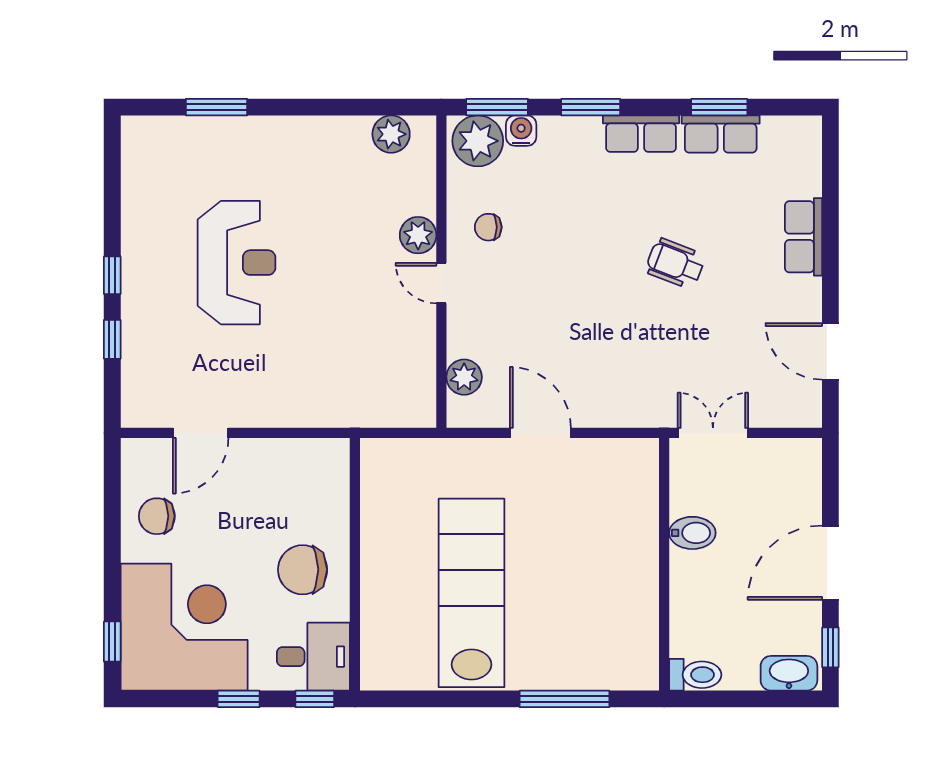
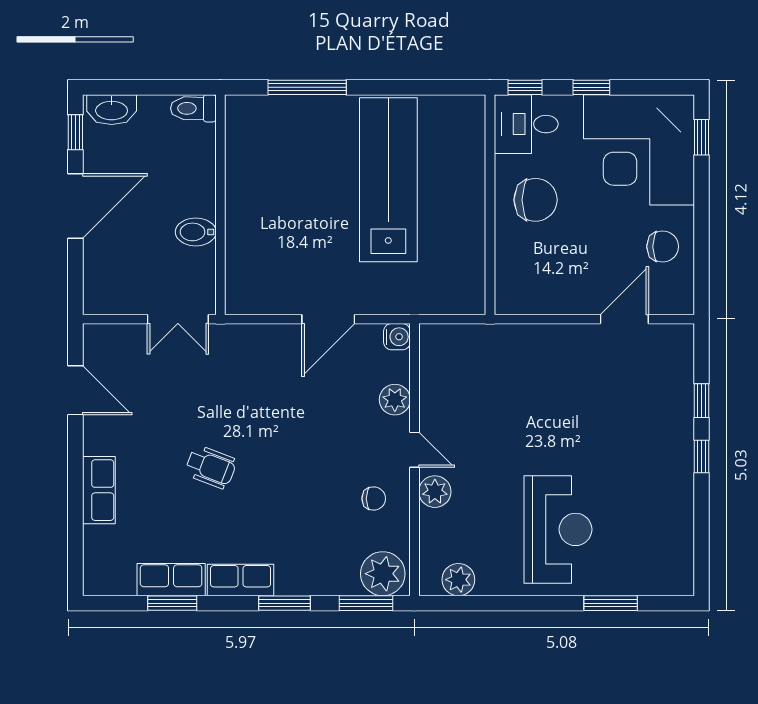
water cooler: (521, 131) -> (397, 337), moved, turned -90
reception desk: (237, 263) -> (558, 529), moved, turned 180
plant: (464, 377) -> (395, 400), moved
door: (540, 433) -> (328, 319), hinge flipped
lab bench: (471, 593) -> (388, 180), turned 180

